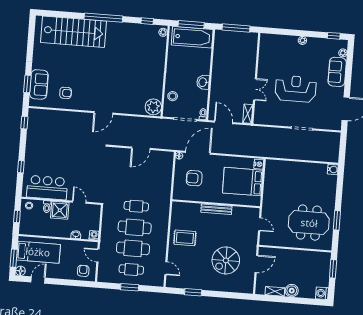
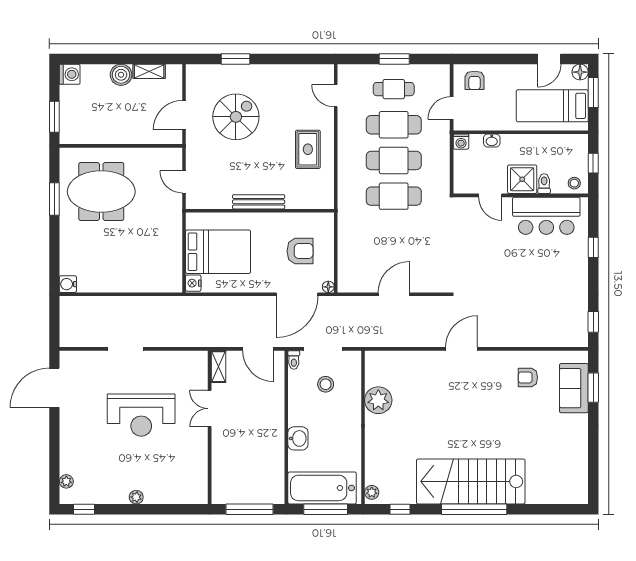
stairs: (74, 32) -> (471, 481), moved
sofa: (337, 72) -> (74, 449), removed
washbasin: (203, 82) -> (298, 438), moved
stool: (173, 96) -> (326, 384), moved
plant: (153, 107) -> (378, 400), moved
cafe table: (136, 206) -> (394, 196), width x1.37, depth x1.35
rug: (185, 238) -> (308, 149), turned 90
door: (98, 256) -> (452, 108), swing flipped
window: (193, 292) -> (236, 59), moved

